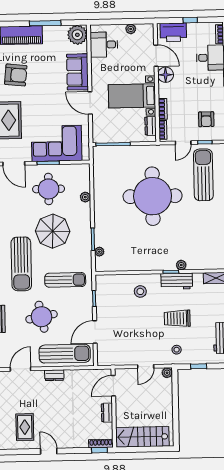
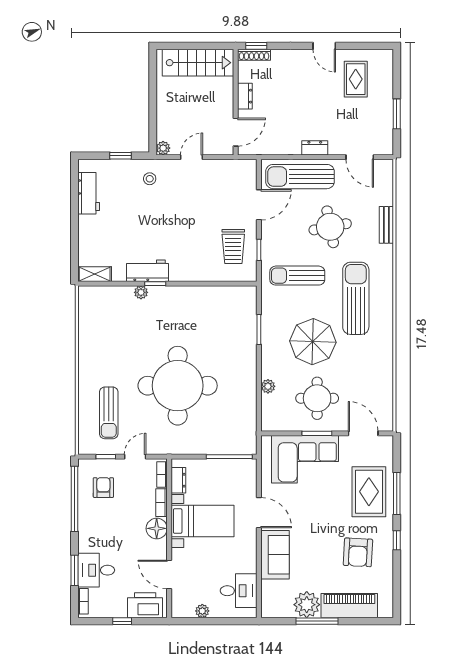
plant: (77, 35) -> (307, 605), moved
armchair: (16, 75) -> (358, 552), turned -93
floor lamp: (166, 75) -> (157, 528), moved
sun lounger: (203, 175) -> (109, 413), width x0.73, depth x0.75
plant: (99, 252) -> (251, 313), removed
stool: (140, 291) -> (197, 258), removed
trolley: (177, 318) -> (233, 246), moved, turned 90
door: (21, 369) -> (360, 157), hinge flipped

